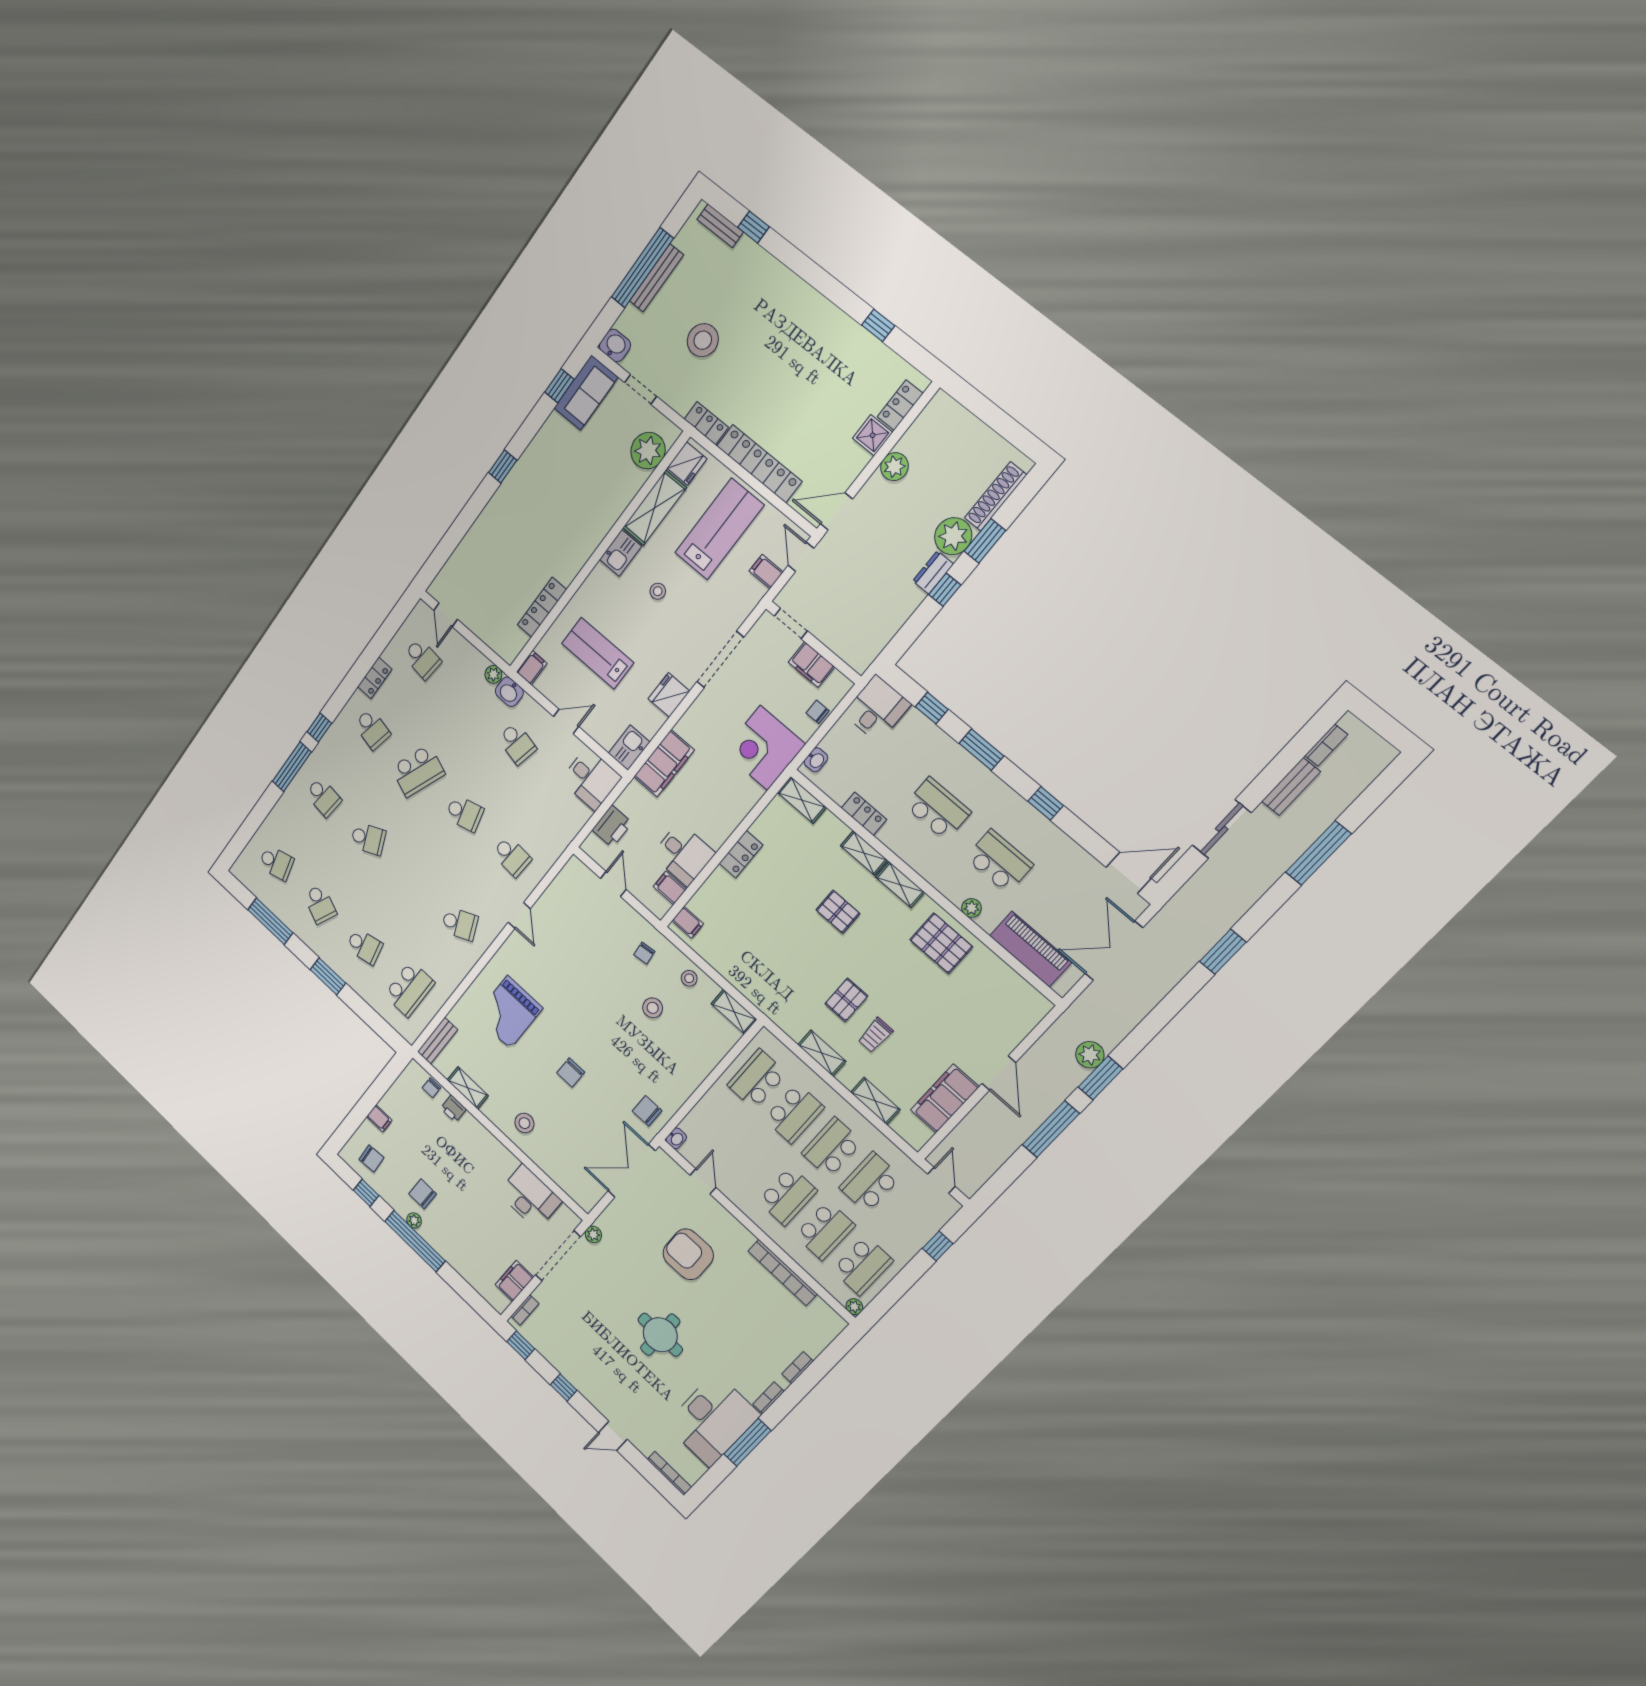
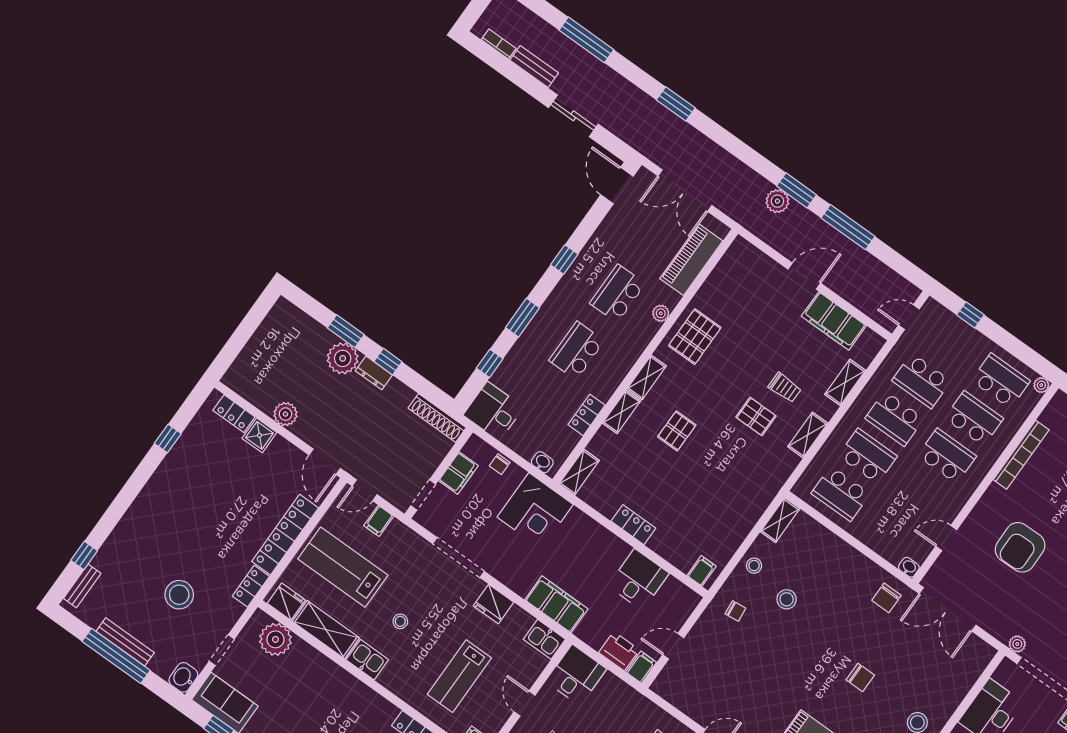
shoe rack: (996, 496) -> (437, 418), moved
filing cabinet: (670, 888) -> (641, 667), moved, turned 180

